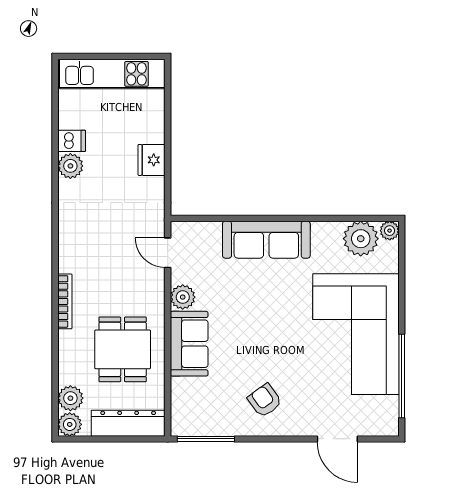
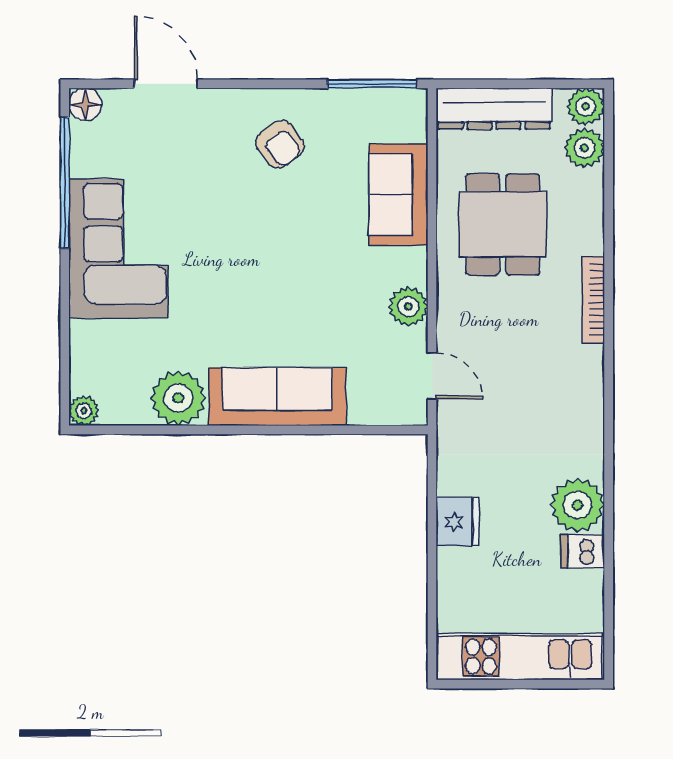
plant: (70, 166) -> (577, 505), width x1.36, depth x1.36
plant: (361, 239) -> (178, 398), moved
corner sofa: (356, 334) -> (119, 248), width x0.73, depth x0.74
sofa: (189, 344) -> (398, 194), moved
floor lamp: (389, 426) -> (85, 104), added

